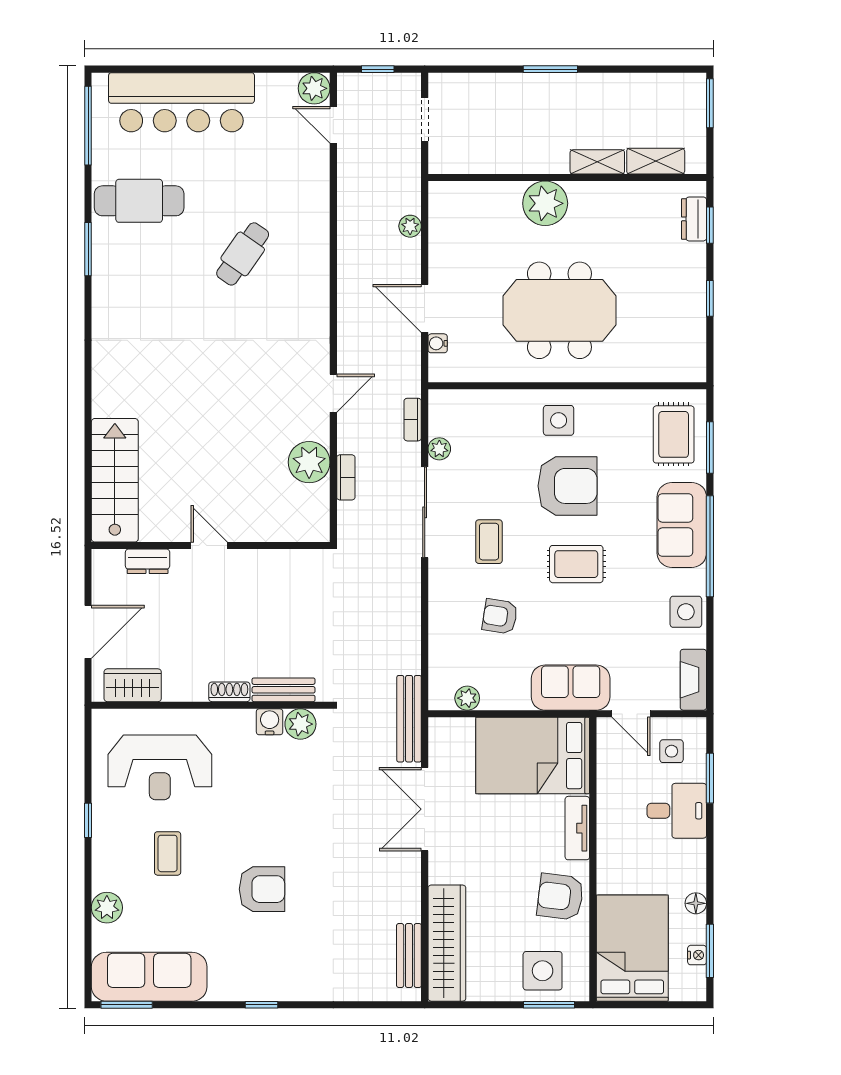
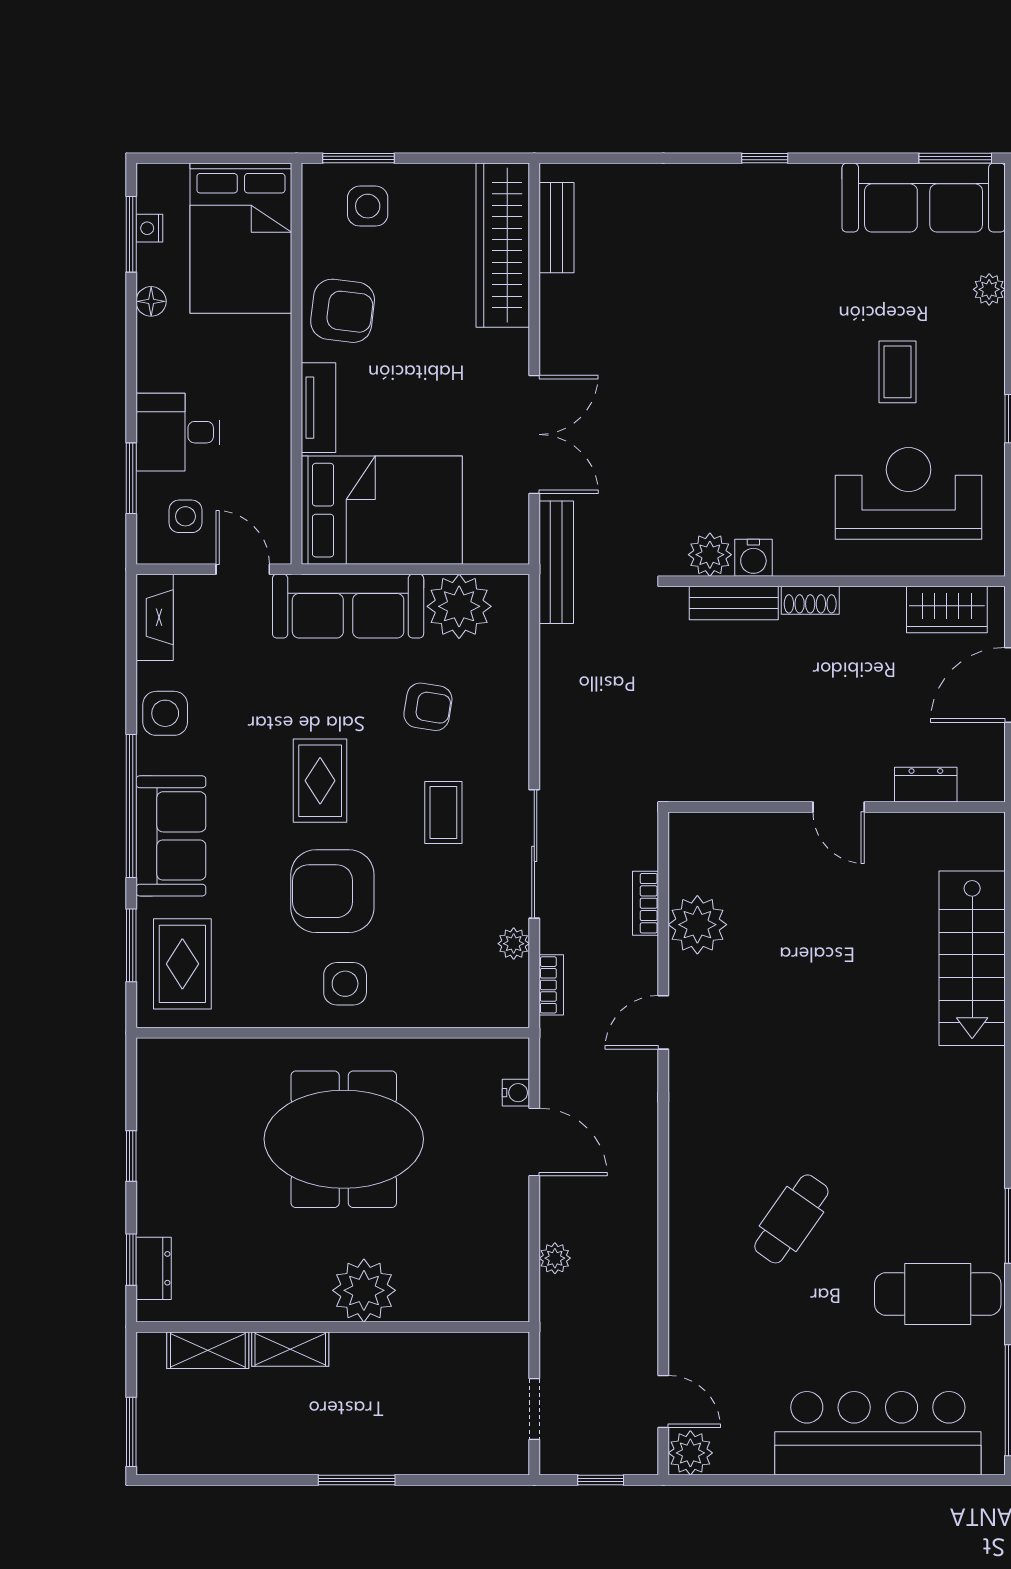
stairs: (115, 480) -> (972, 958), moved
rug: (576, 564) -> (320, 781), turned 90
sofa: (571, 688) -> (348, 606), width x1.36
plant: (467, 698) -> (459, 606), width x1.88, depth x1.88
armchair: (262, 889) -> (764, 321), removed
plant: (107, 908) -> (989, 289), width x0.73, depth x0.73
side table: (543, 971) -> (368, 206), width x0.73, depth x0.73

